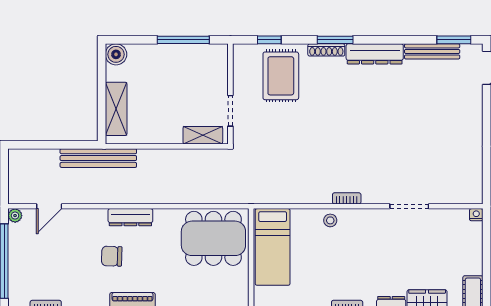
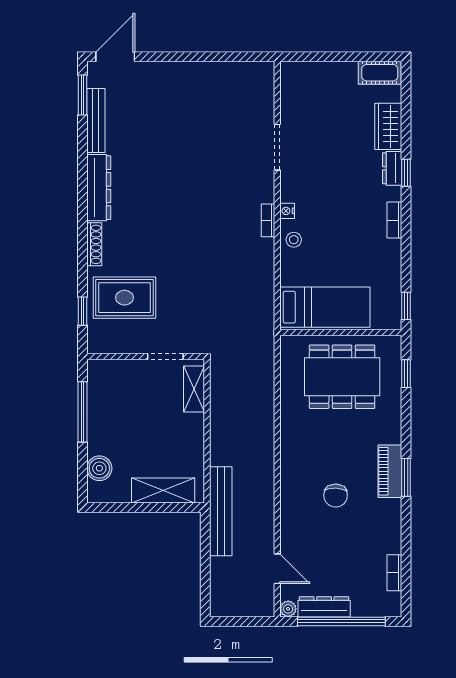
window: (335, 40) -> (83, 234), removed
boiler: (116, 54) -> (99, 468), moved
nightstand: (476, 215) -> (287, 211), moved
dresser: (130, 217) -> (324, 607), moved, turned -90
dining table: (213, 238) -> (342, 377), moved, turned 90

